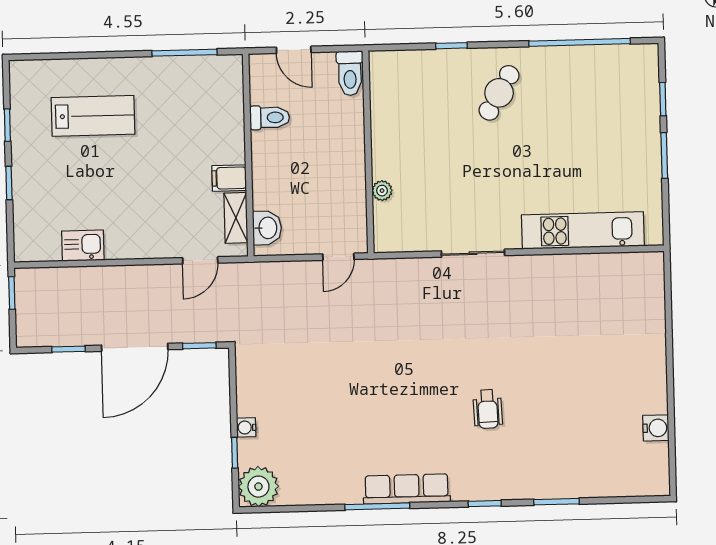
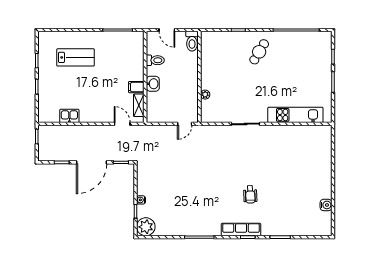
washbasin: (267, 228) -> (153, 84), moved
door: (200, 260) -> (122, 124), swing flipped
row of seats: (407, 489) -> (241, 230), moved

